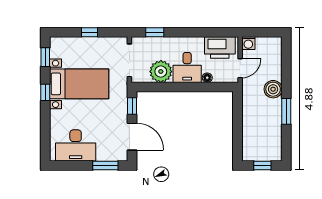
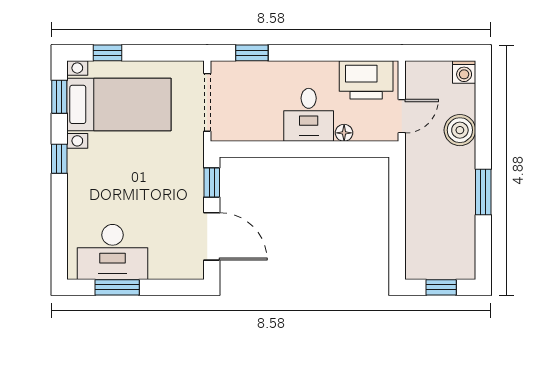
window: (89, 32) -> (108, 53), moved
washing machine: (248, 43) -> (464, 72), moved
plant: (161, 72) -> (262, 122), removed
bed with nightstands: (79, 84) -> (119, 104), moved
boiler: (273, 89) -> (460, 130), moved
window: (105, 166) -> (117, 287), moved

